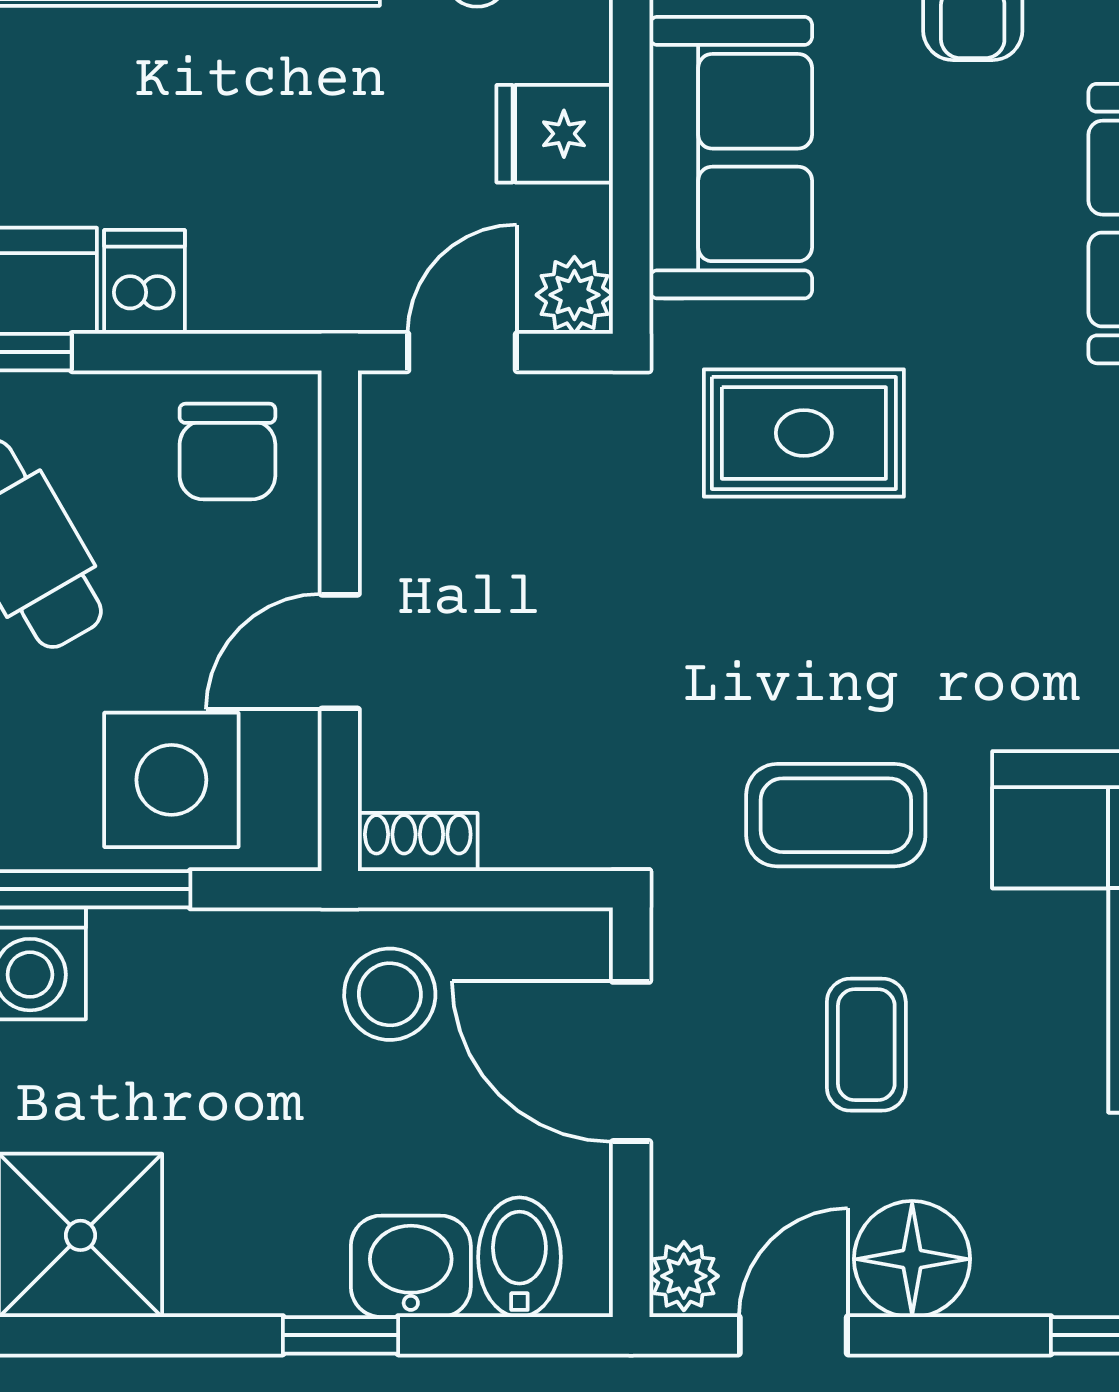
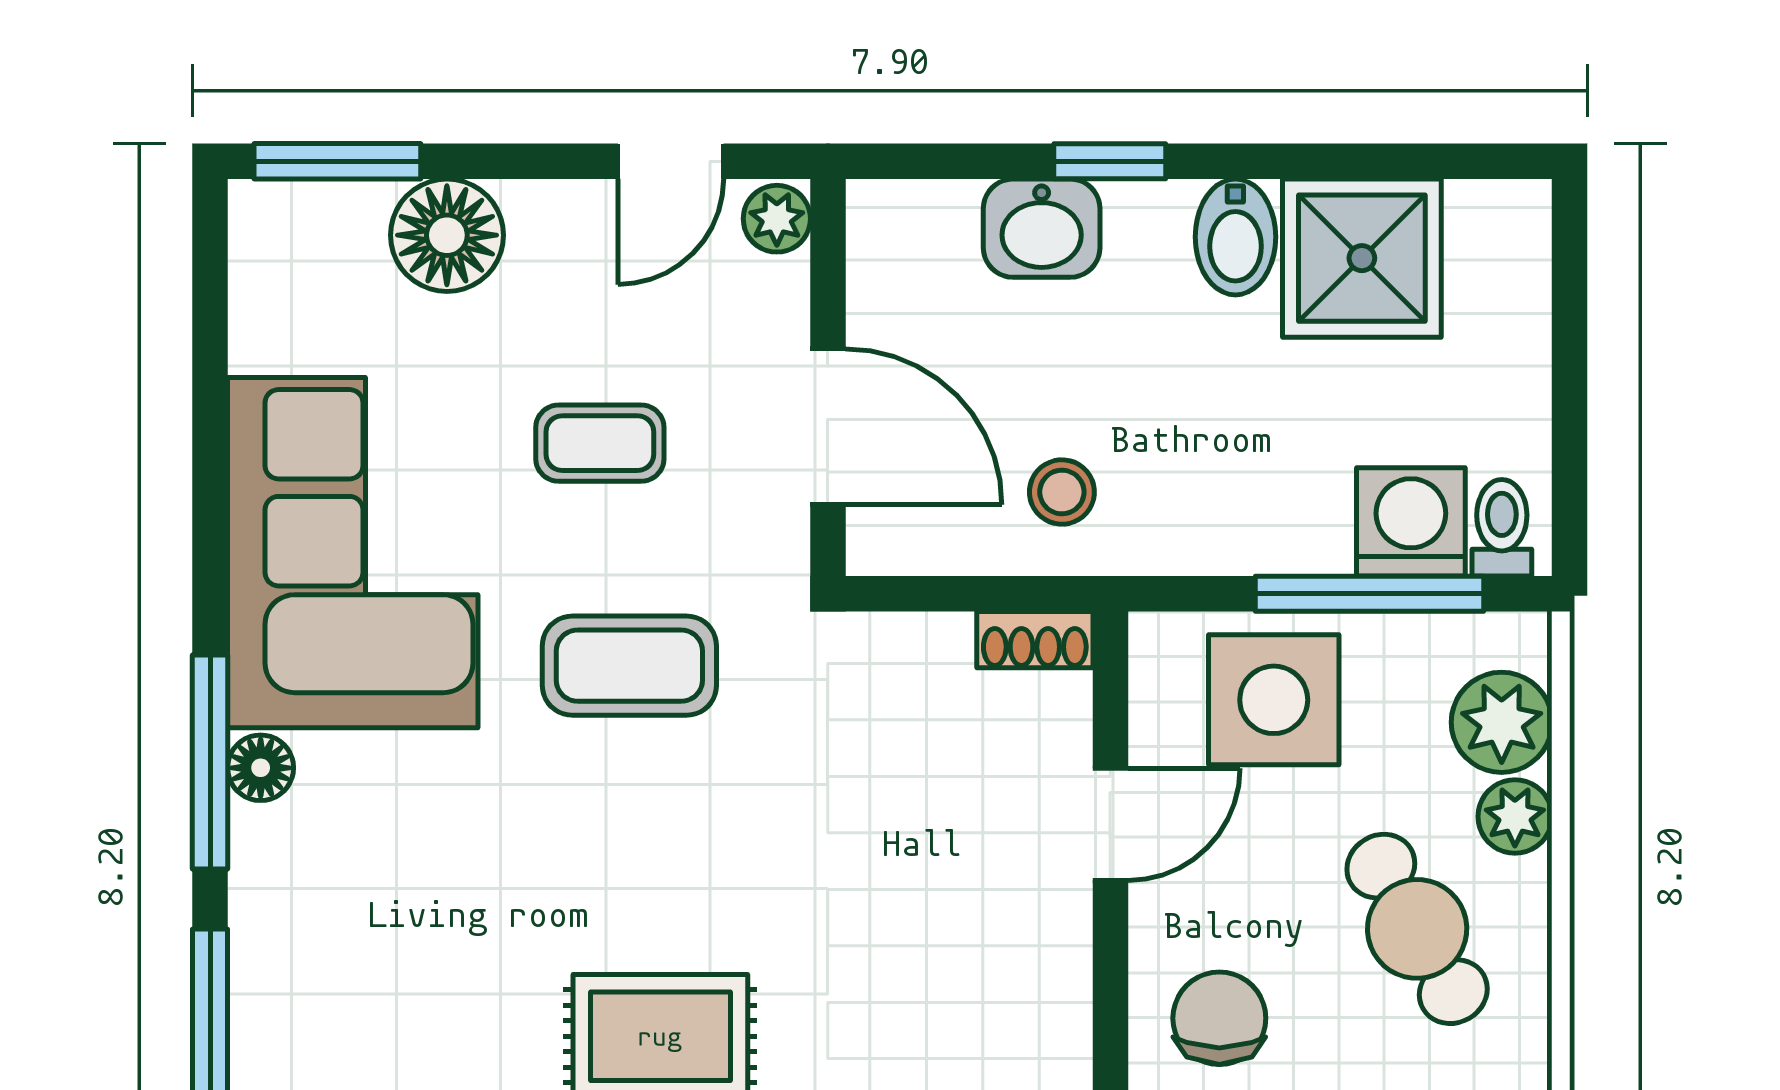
stool: (390, 994) -> (1062, 492), width x0.73, depth x0.73
coffee table: (866, 1045) -> (600, 443), turned 90
bidet: (519, 1257) -> (1235, 237), moved
floor lamp: (912, 1259) -> (447, 235), moved

